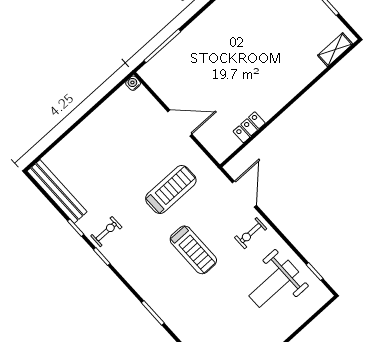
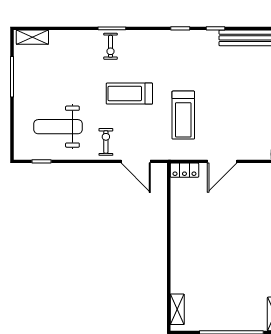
locker: (249, 127) -> (184, 170), moved, turned 90
exercise bike: (106, 232) -> (111, 46), moved
weight bench: (274, 284) -> (58, 127), turned -90

